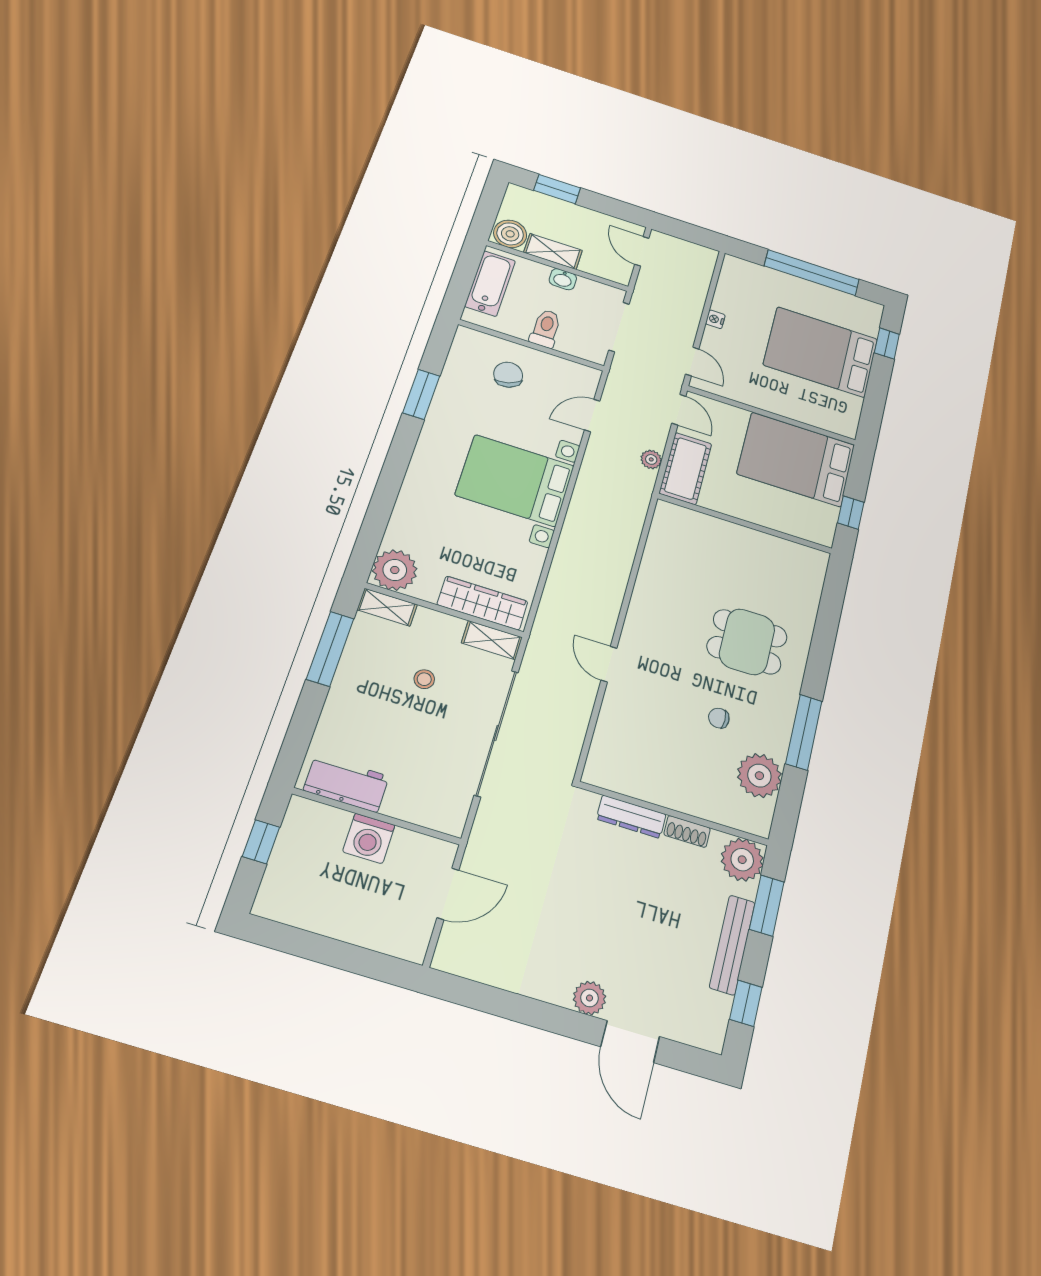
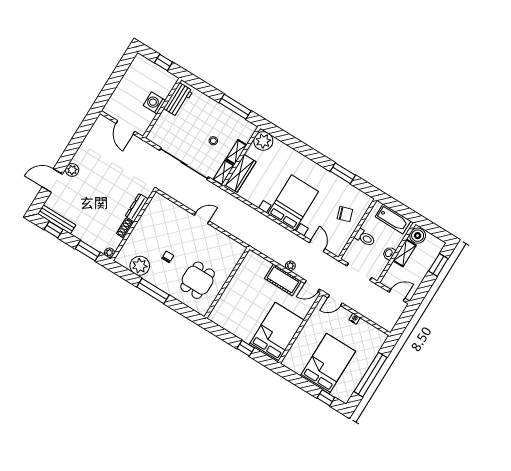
wall: (745, 524) -> (227, 283), moved
shelving: (387, 607) -> (236, 152), moved
plant: (742, 860) -> (109, 253), width x0.53, depth x0.53
bench: (732, 945) -> (57, 219), moved

